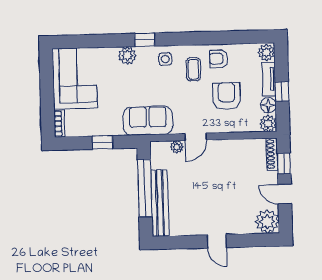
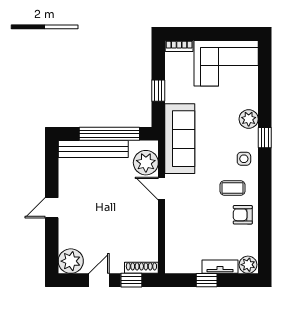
armchair: (219, 59) -> (243, 215), turned -90
armchair: (227, 96) -> (203, 222), removed
floor lamp: (268, 105) -> (193, 265), removed
sofa: (148, 121) -> (180, 139), width x1.36
plant: (268, 123) -> (174, 265), removed
plant: (177, 147) -> (146, 163), width x1.87, depth x1.87

